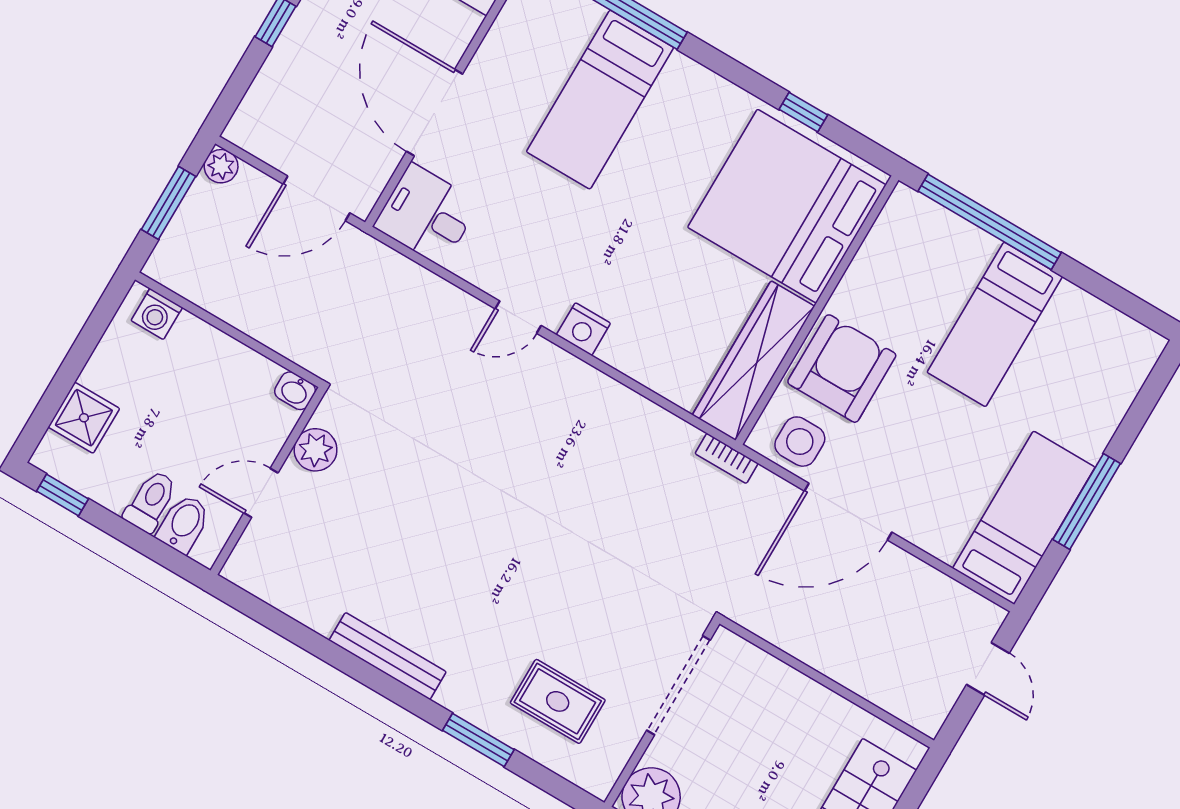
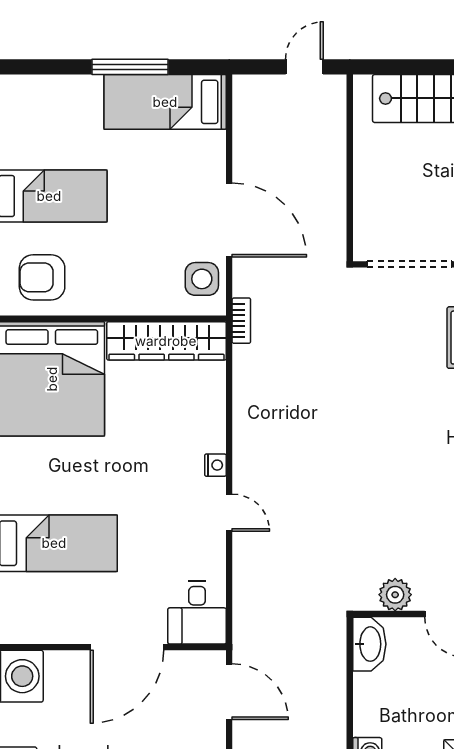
nightstand: (583, 329) -> (215, 465), width x0.72, depth x0.74
armchair: (842, 369) -> (42, 277), moved, width x0.73, depth x0.73
washbasin: (295, 391) -> (369, 644), width x1.91, depth x1.45
door: (988, 669) -> (304, 67), moved

